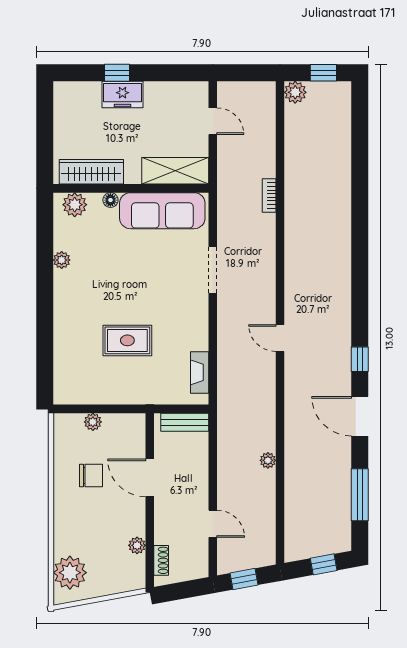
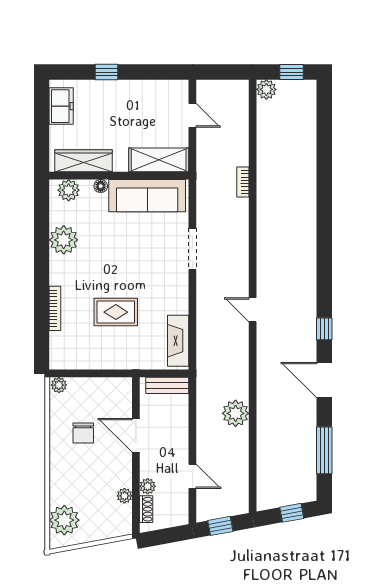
freezer: (122, 95) -> (61, 106), moved, turned -90
plant: (62, 260) -> (64, 240), width x1.88, depth x1.88
bookcase: (59, 337) -> (55, 308), added
fireplace: (200, 372) -> (178, 341), width x1.37, depth x1.32
plant: (93, 422) -> (59, 385), moved
plant: (268, 460) -> (236, 413), width x1.87, depth x1.87
chair: (91, 475) -> (83, 433), turned 90
plant: (163, 535) -> (148, 486), added

